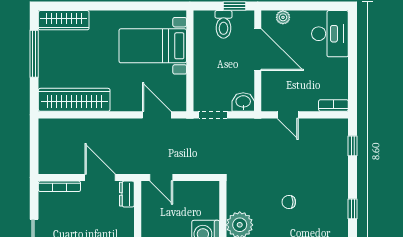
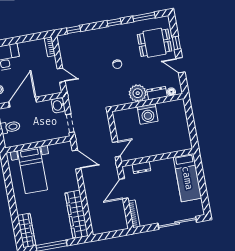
door: (157, 115) -> (77, 160), swing flipped
door: (288, 115) -> (61, 75), hinge flipped
dresser: (127, 194) -> (141, 168), moved

